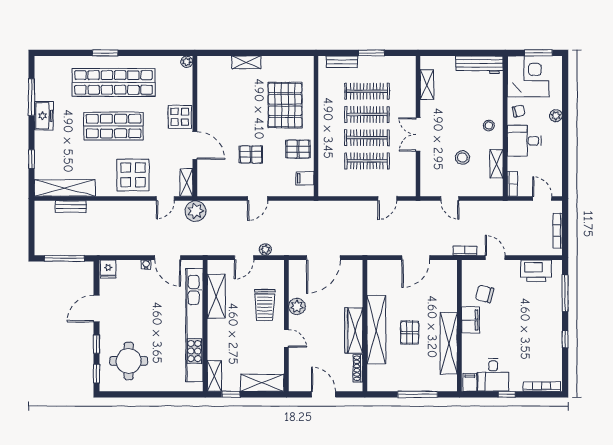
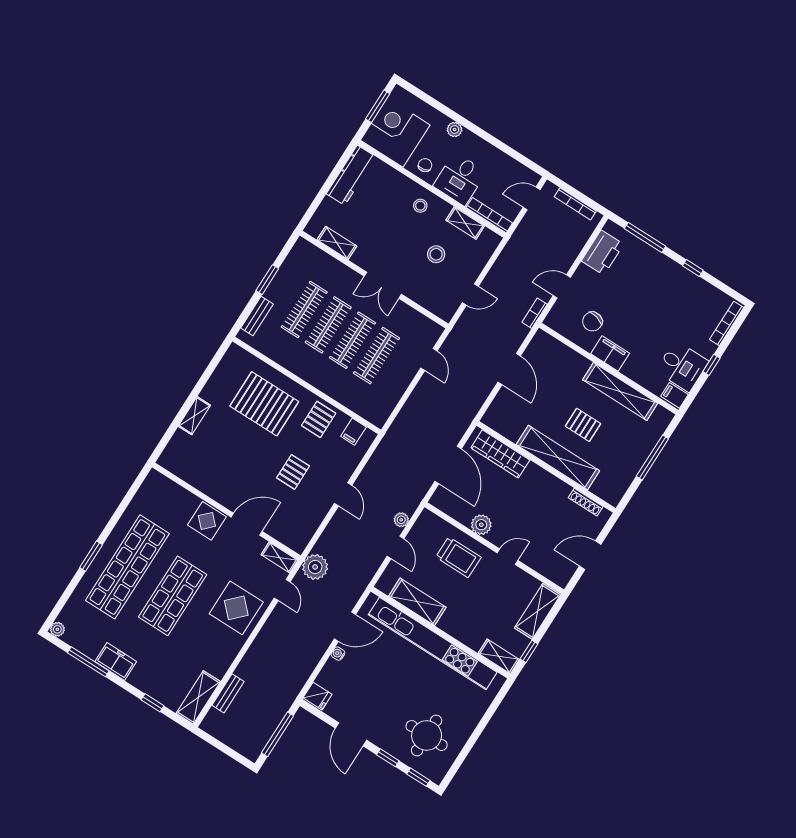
plant: (187, 62) -> (57, 629), moved
bookcase: (512, 184) -> (489, 215), width x1.56
shelving: (65, 188) -> (198, 697), width x0.68
wardrobe: (354, 330) -> (500, 454), moved

